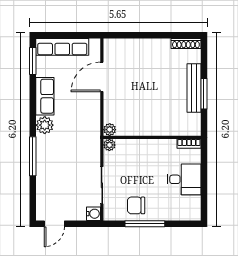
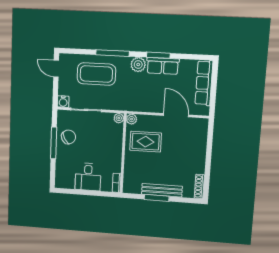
window: (33, 61) -> (158, 55), moved
rug: (136, 111) -> (146, 142), added
coffee table: (58, 175) -> (96, 74), added
chair: (136, 205) -> (69, 137), turned 61

